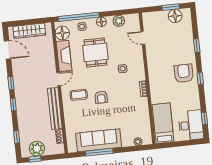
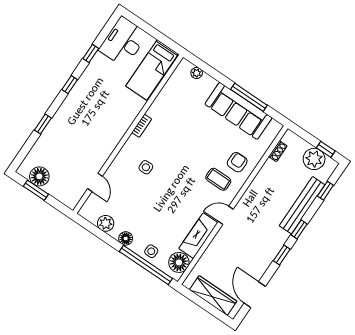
dining table: (95, 52) -> (161, 210), removed
armchair: (184, 73) -> (83, 105), removed
armchair: (101, 97) -> (237, 162), moved
bench: (55, 108) -> (302, 205), moved
window: (204, 118) -> (91, 54), moved

